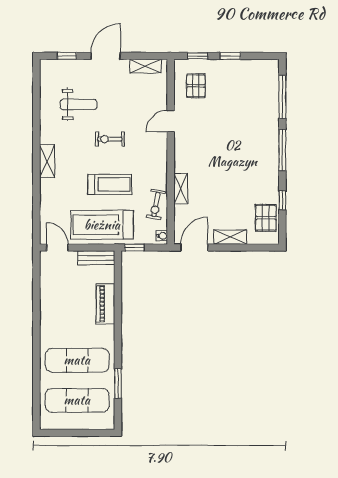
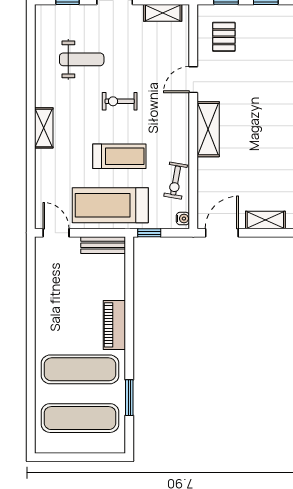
shelving: (181, 189) -> (208, 129), moved, width x1.50, depth x1.33
piano: (106, 304) -> (114, 325), moved

